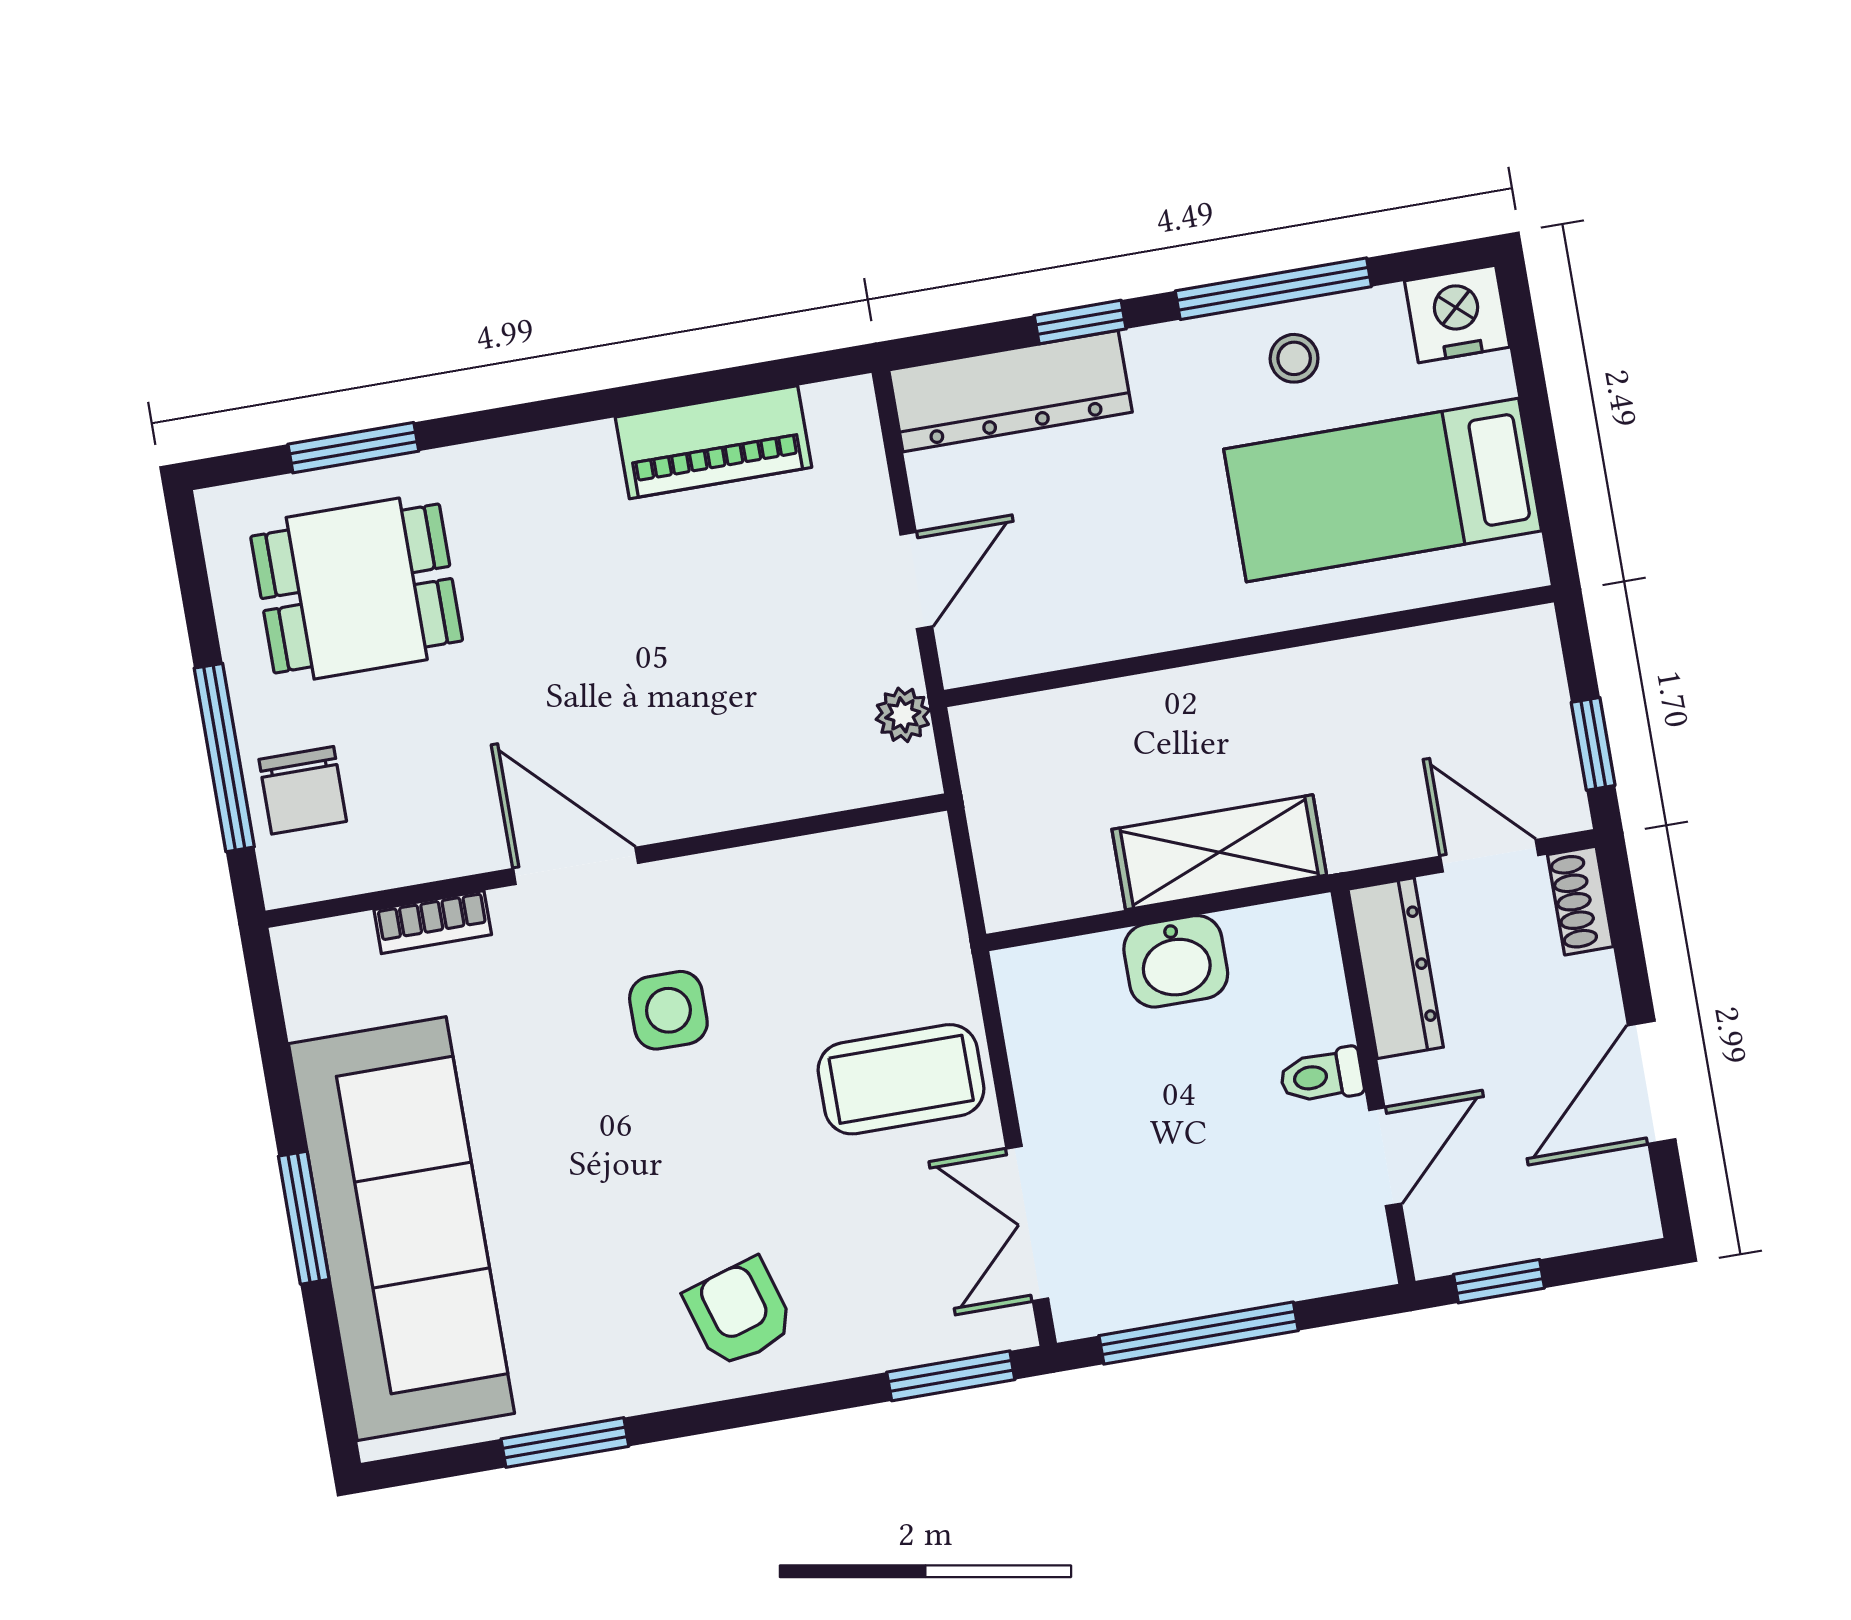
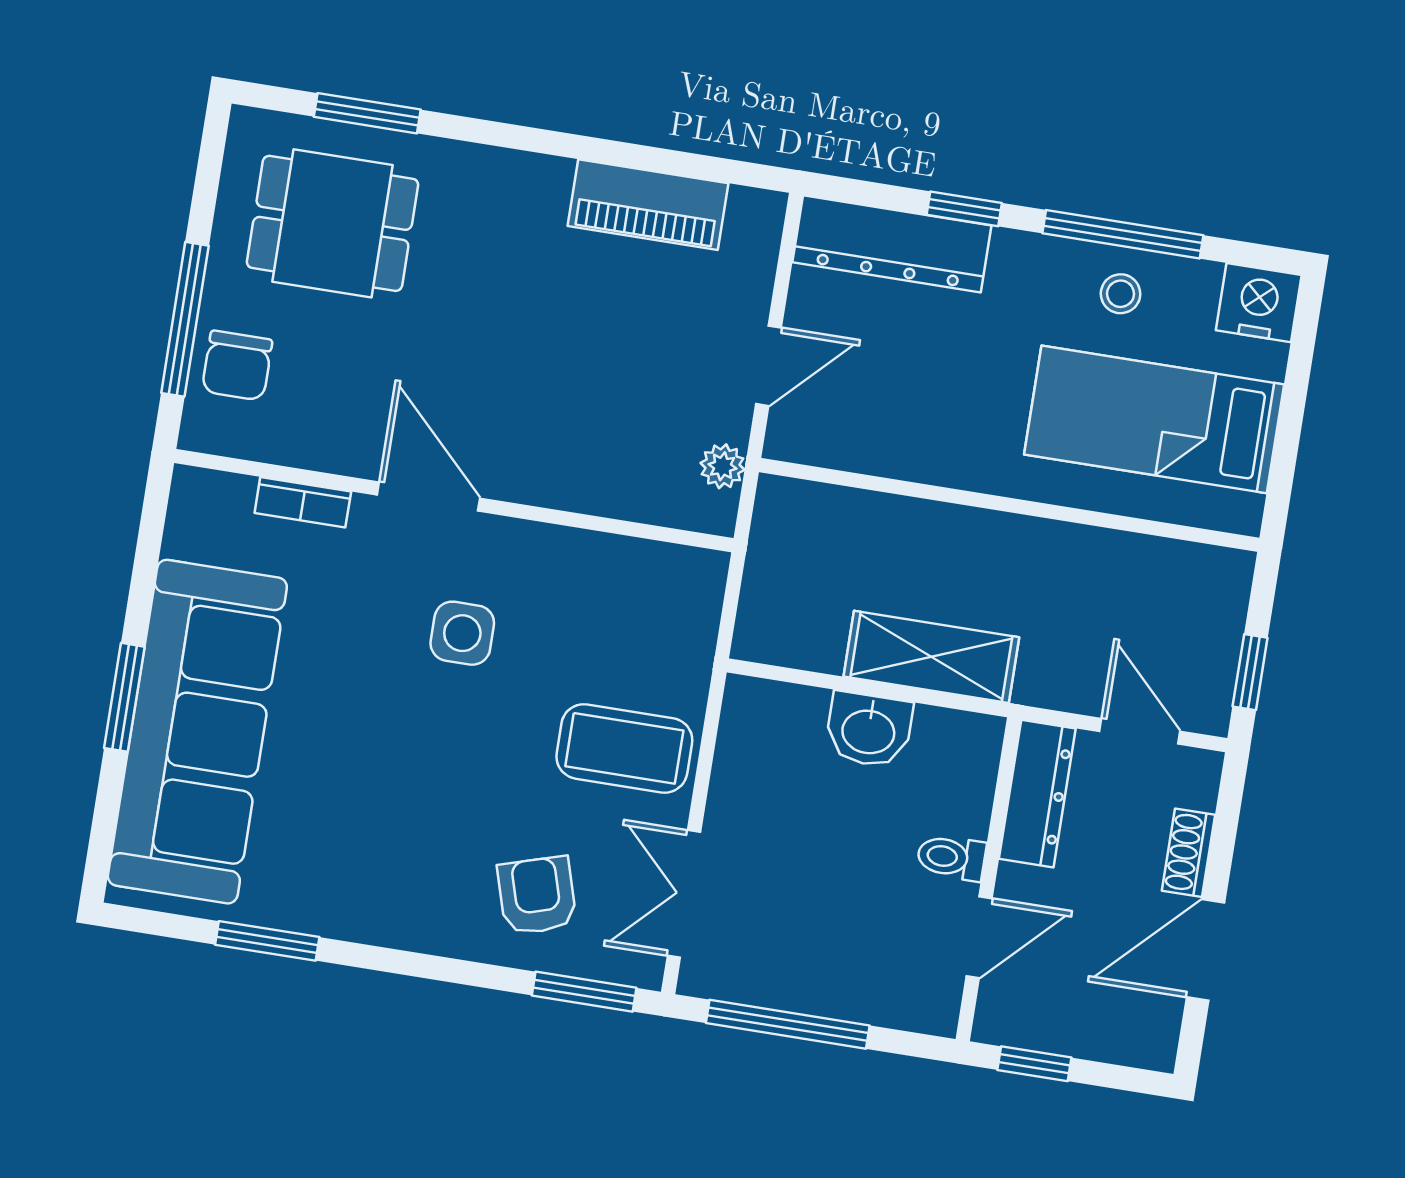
shoe rack: (1580, 901) -> (1189, 853), moved
armchair: (739, 1313) -> (537, 896), moved

